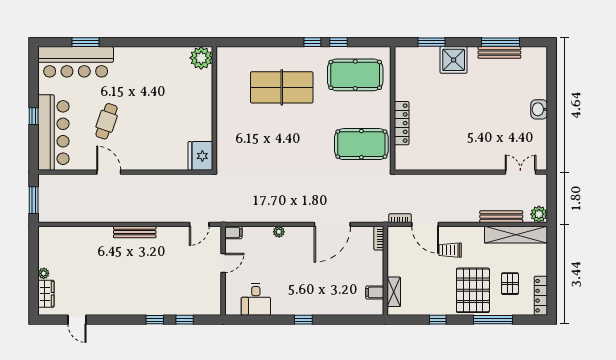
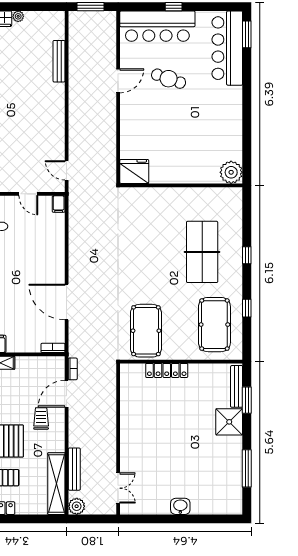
window: (85, 42) -> (247, 34), moved
window: (312, 42) -> (247, 255), moved
bench: (499, 52) -> (237, 386), moved
bench: (135, 232) -> (59, 61), moved
plant: (279, 232) -> (59, 249), removed

